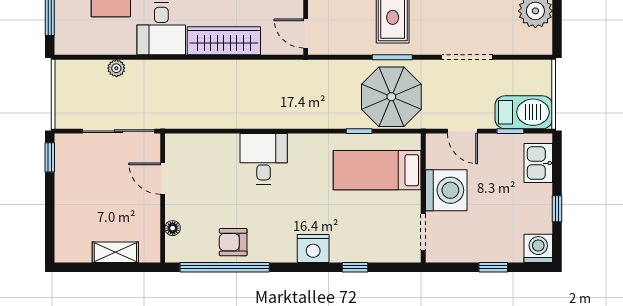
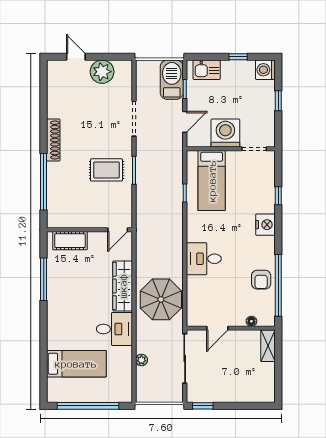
parasol: (391, 97) -> (161, 299), moved
shelving: (115, 252) -> (268, 346), moved

